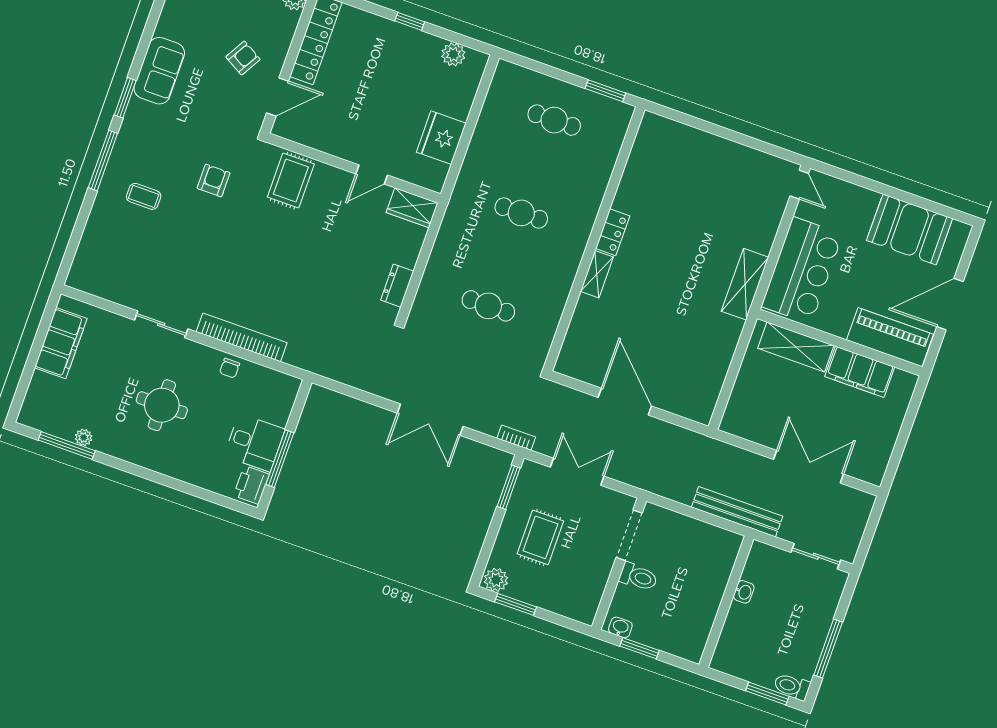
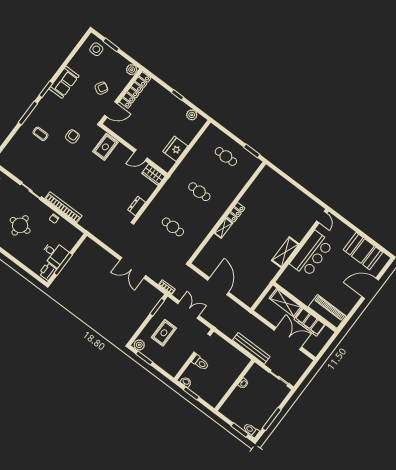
piano: (890, 337) -> (327, 311), moved
wall: (840, 343) -> (305, 307), moved
shelving: (796, 347) -> (286, 303), moved
filing cabinet: (860, 372) -> (310, 322), moved

